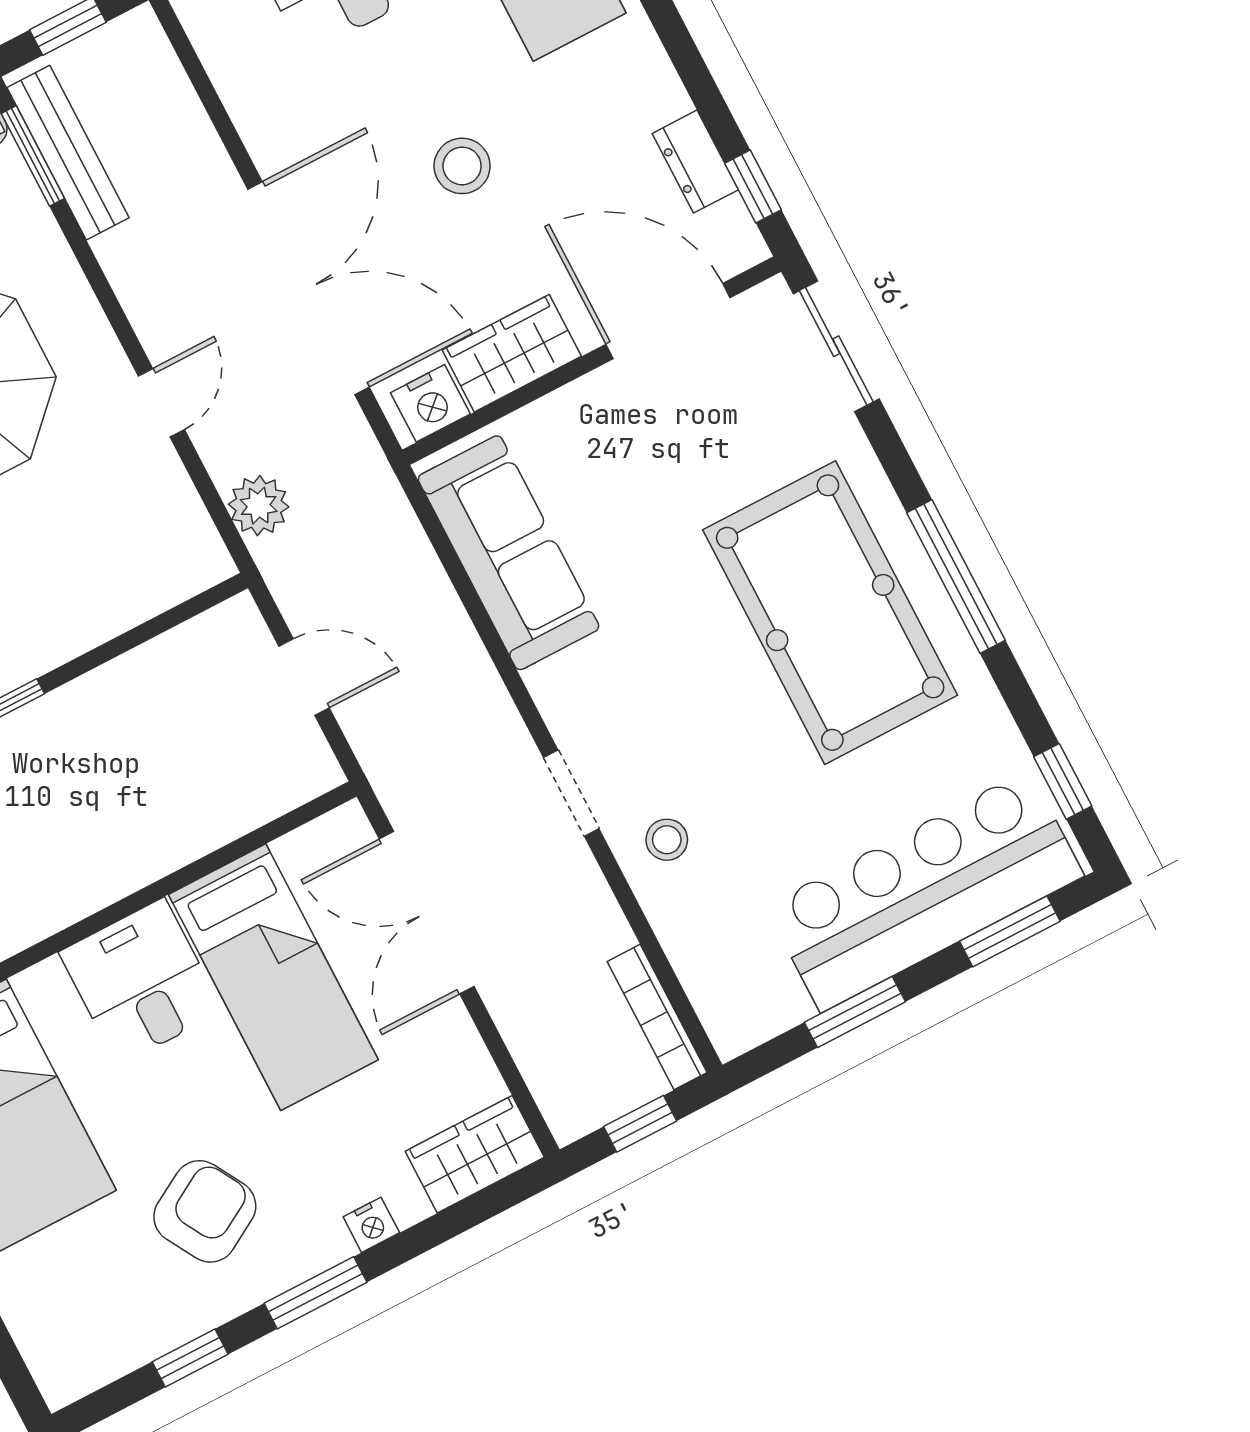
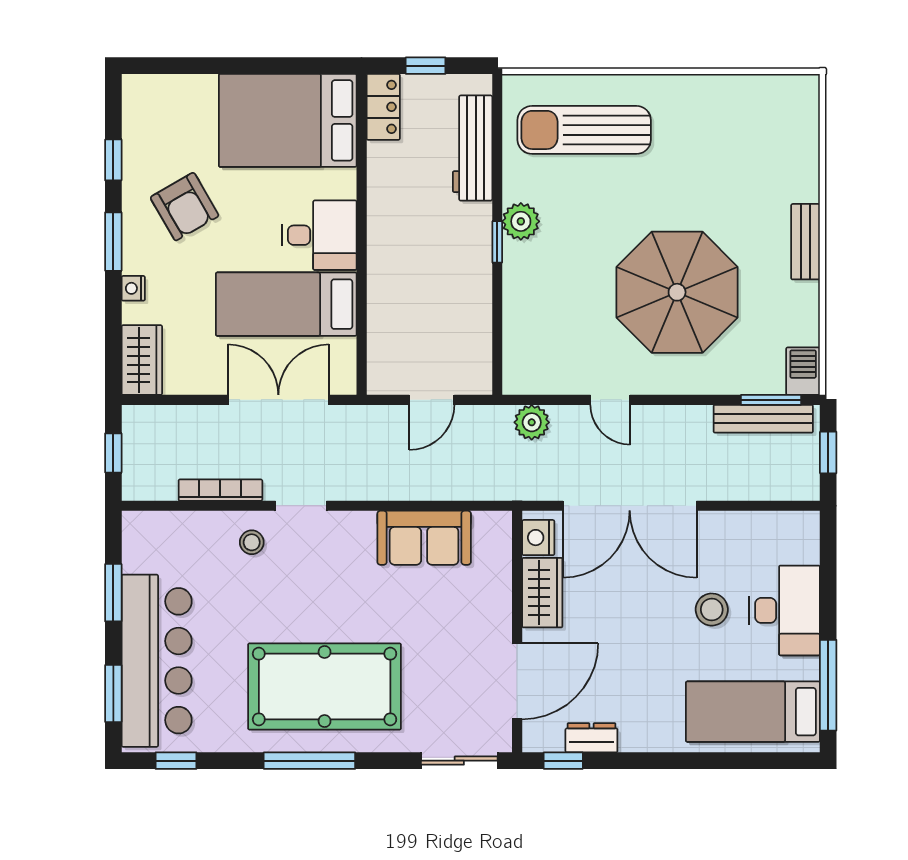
stool: (462, 166) -> (712, 610), moved
sofa: (509, 553) -> (424, 538), width x0.73
bookcase: (657, 1017) -> (220, 490), moved

